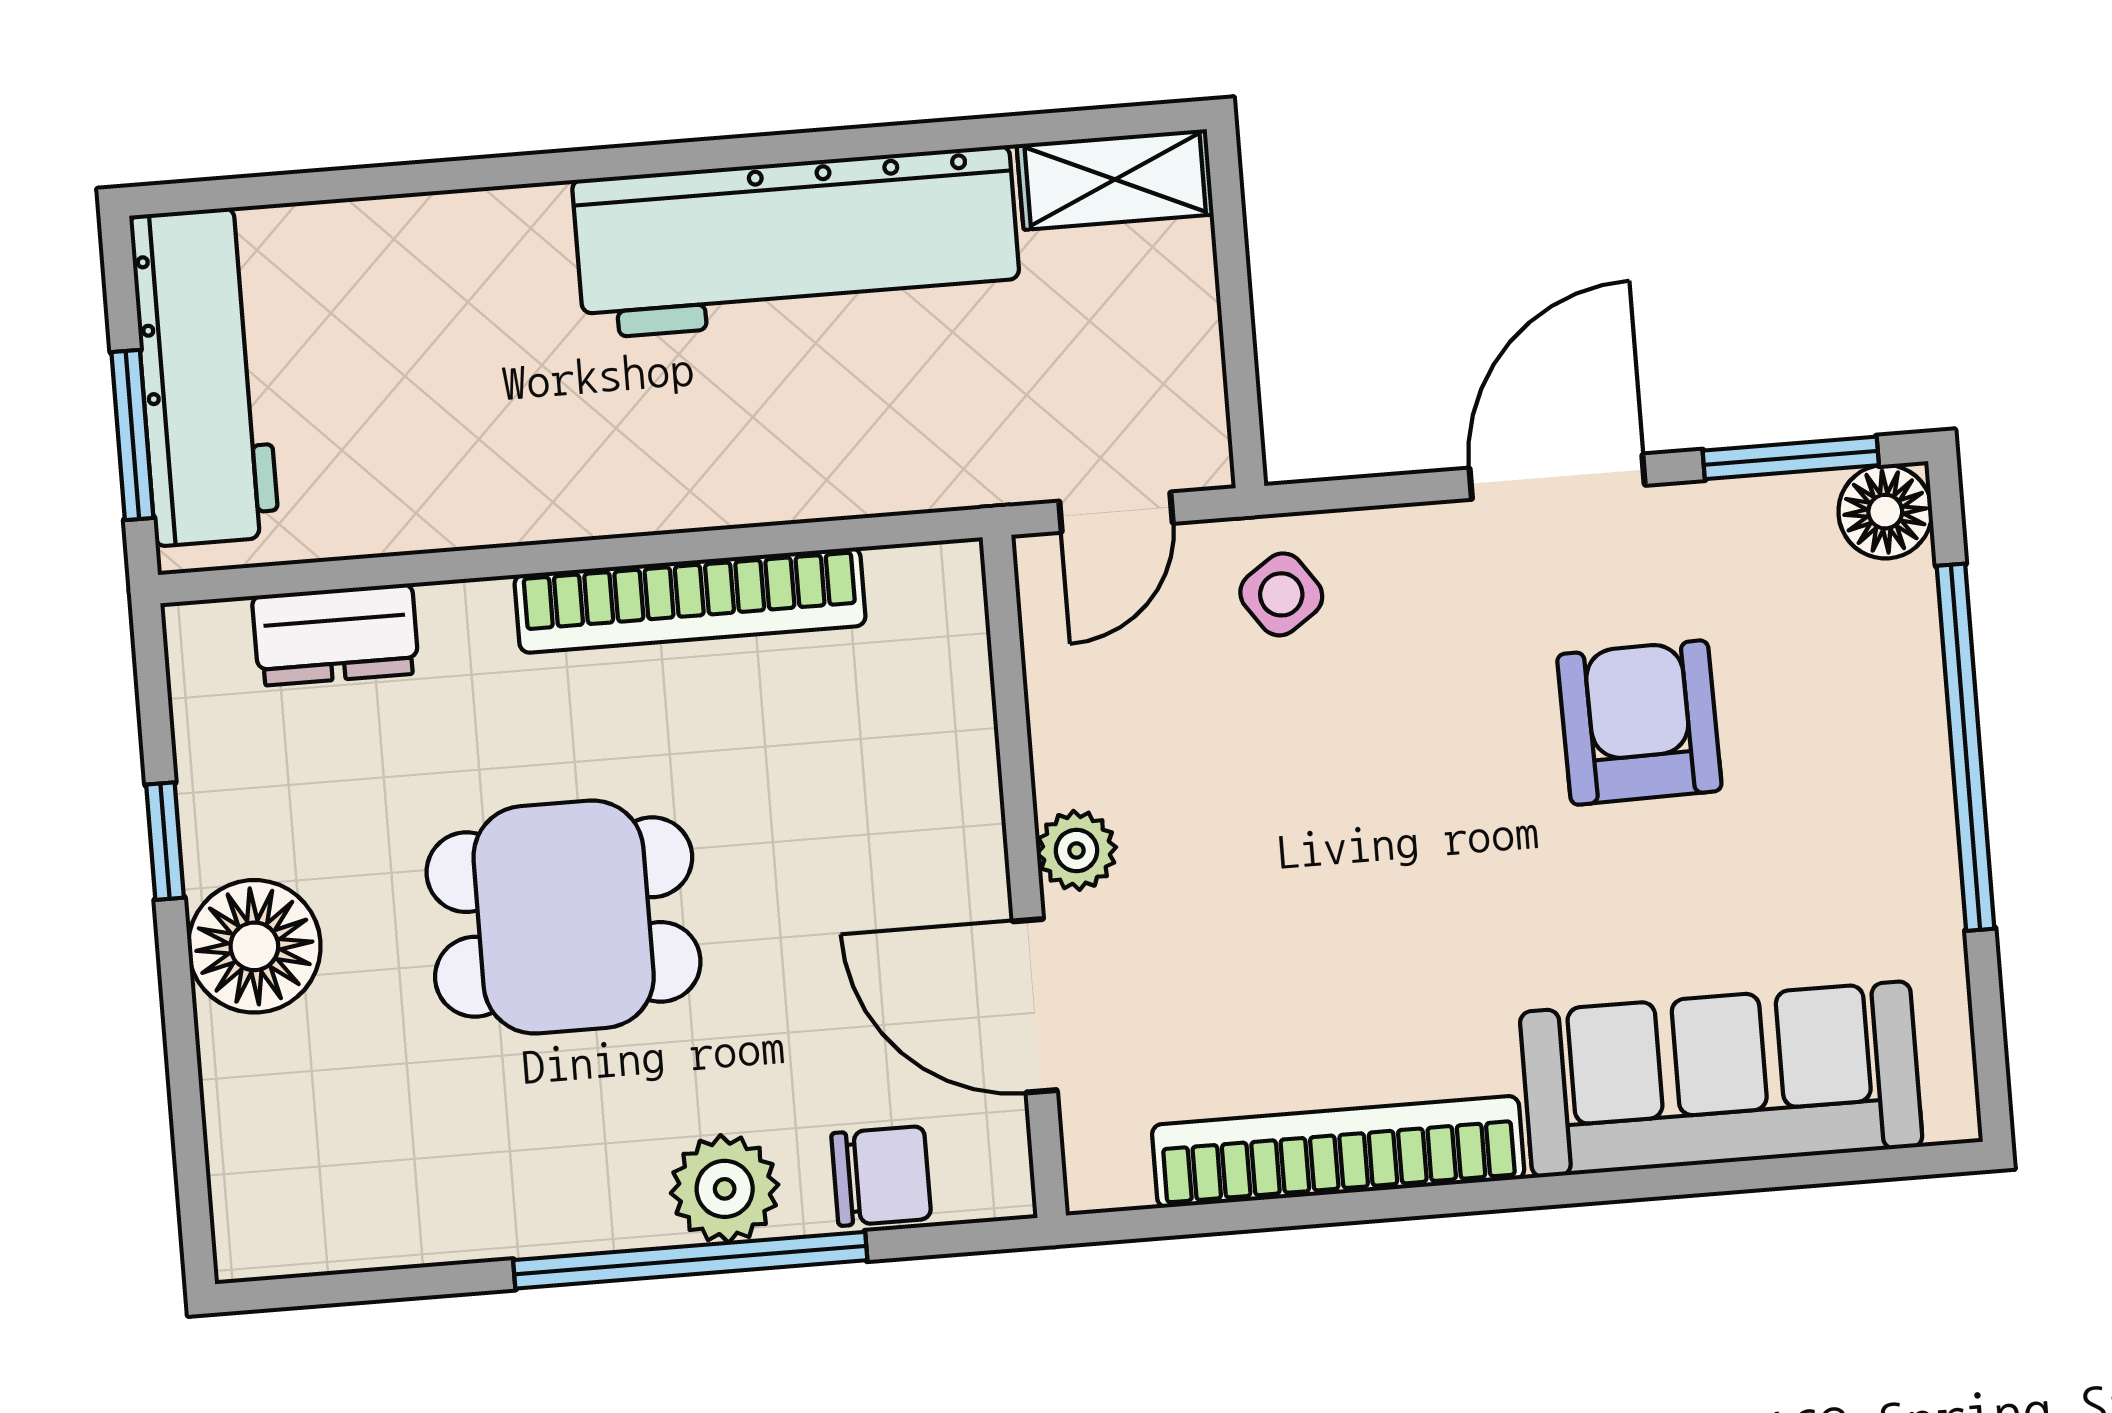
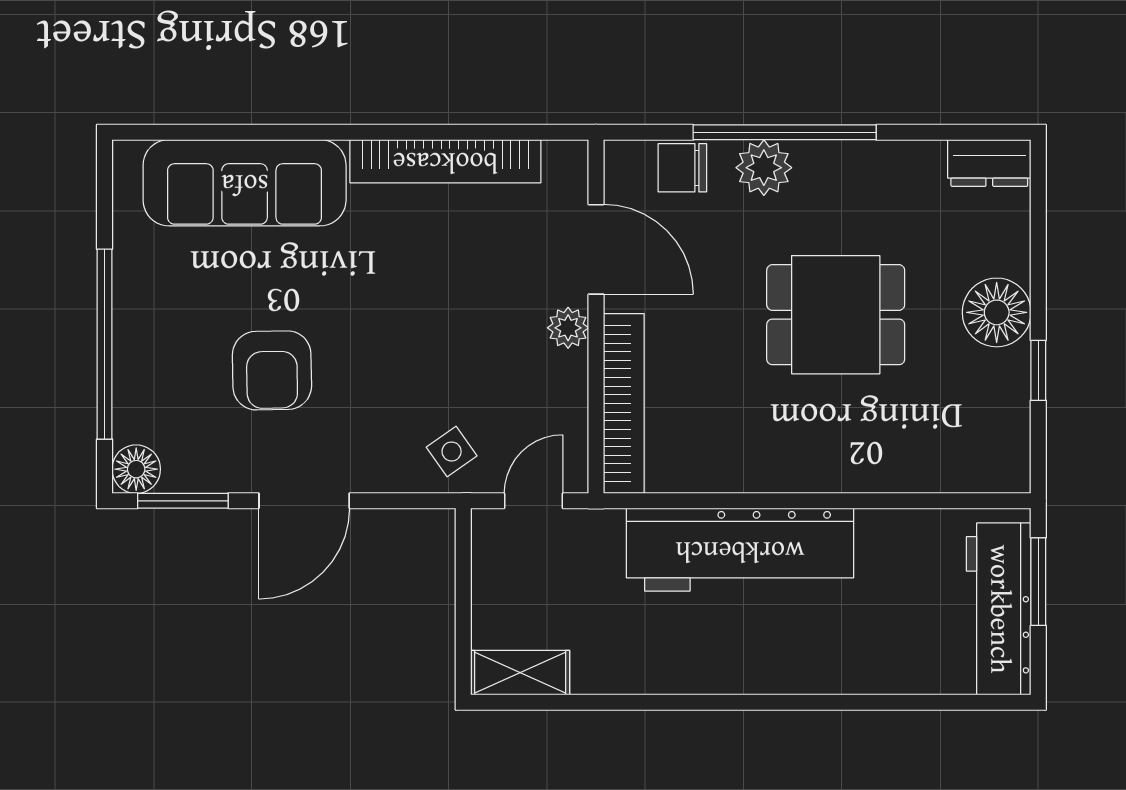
workbench: (797, 242) -> (740, 550), moved, turned 180
bookcase: (690, 600) -> (624, 404), moved, turned 90
dresser: (335, 635) -> (989, 163), moved, turned 180

